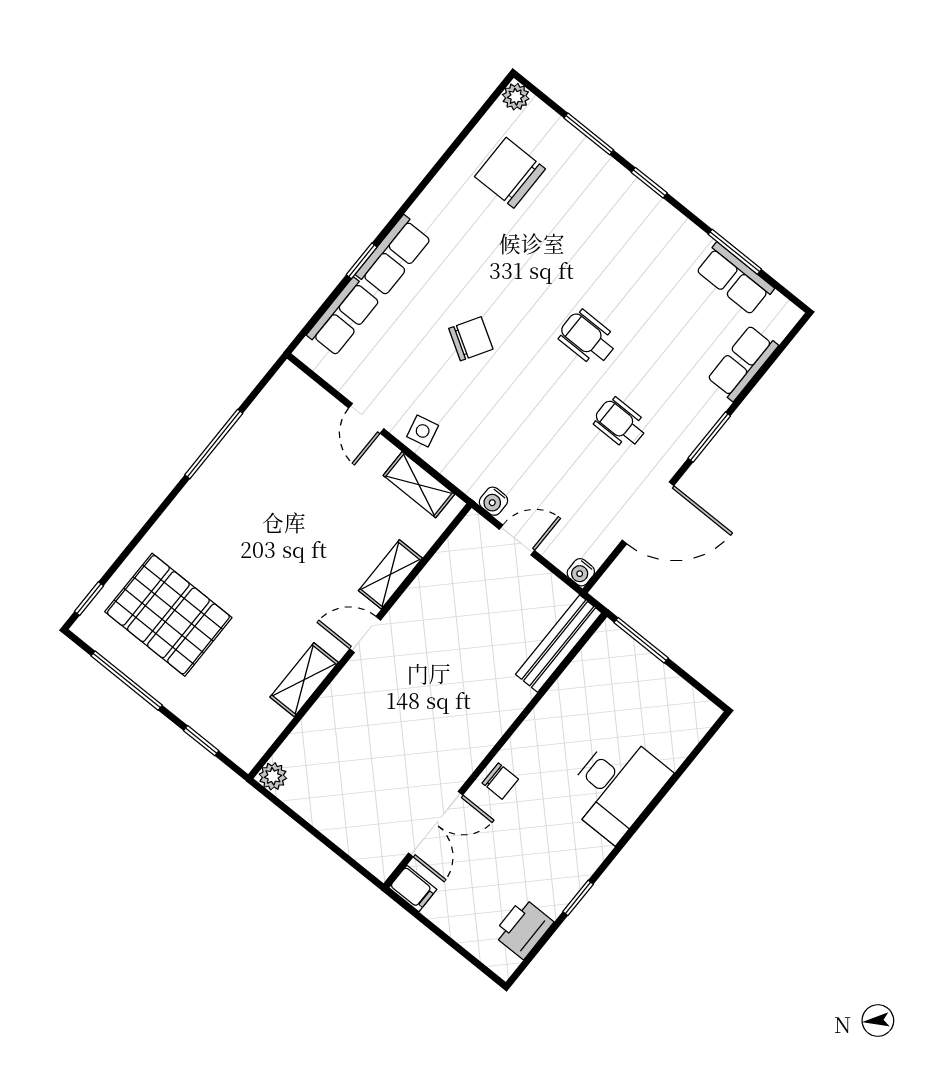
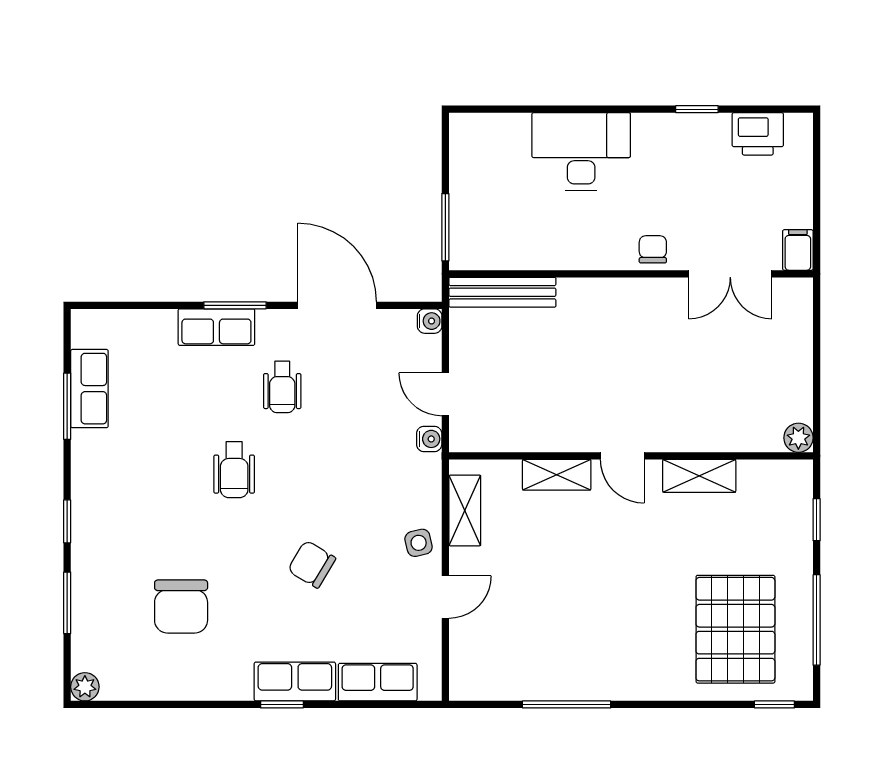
chair: (510, 173) -> (181, 607), moved
window: (362, 261) -> (282, 704), moved
row of seats: (742, 363) -> (216, 327), moved
double door: (436, 824) -> (730, 274), swing flipped

